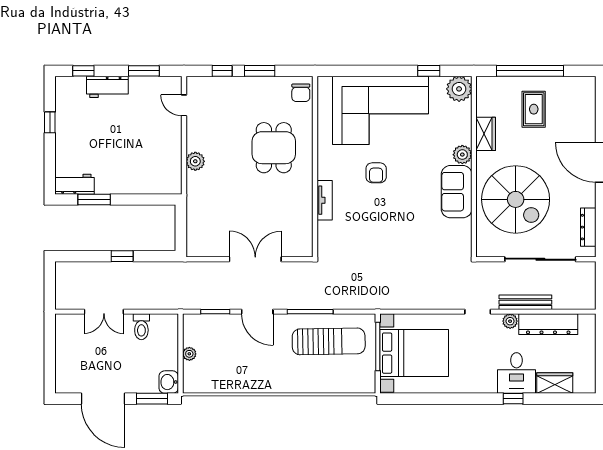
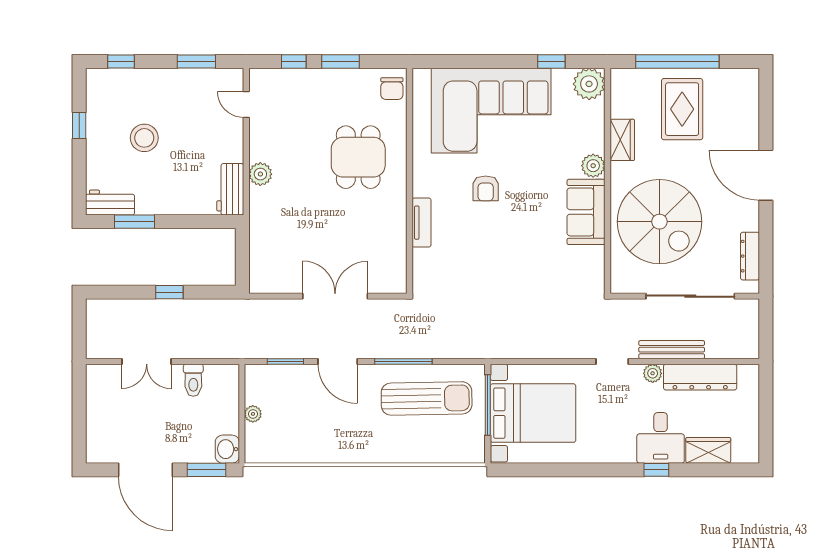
workbench: (107, 87) -> (230, 189), moved, turned 90
rug: (534, 109) -> (682, 109), width x1.36, depth x1.43
stool: (102, 132) -> (144, 138), added

